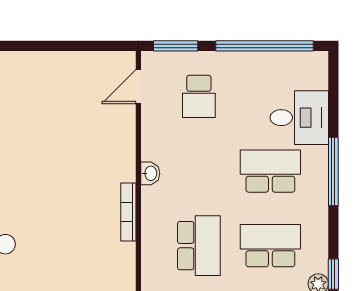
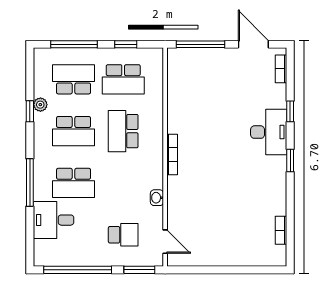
door: (138, 87) -> (165, 242), hinge flipped
school desk: (199, 96) -> (123, 235), turned 90
washbasin: (150, 173) -> (157, 198), moved

